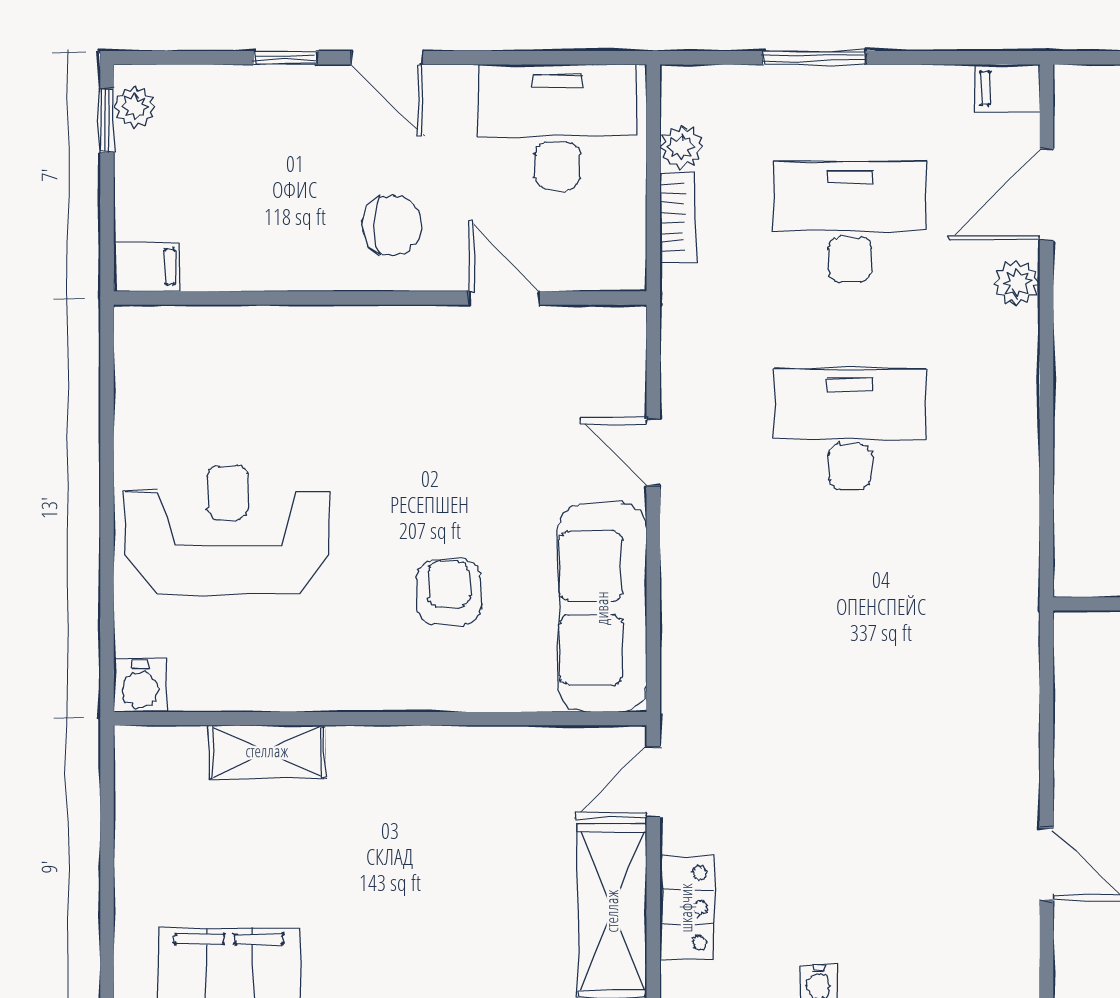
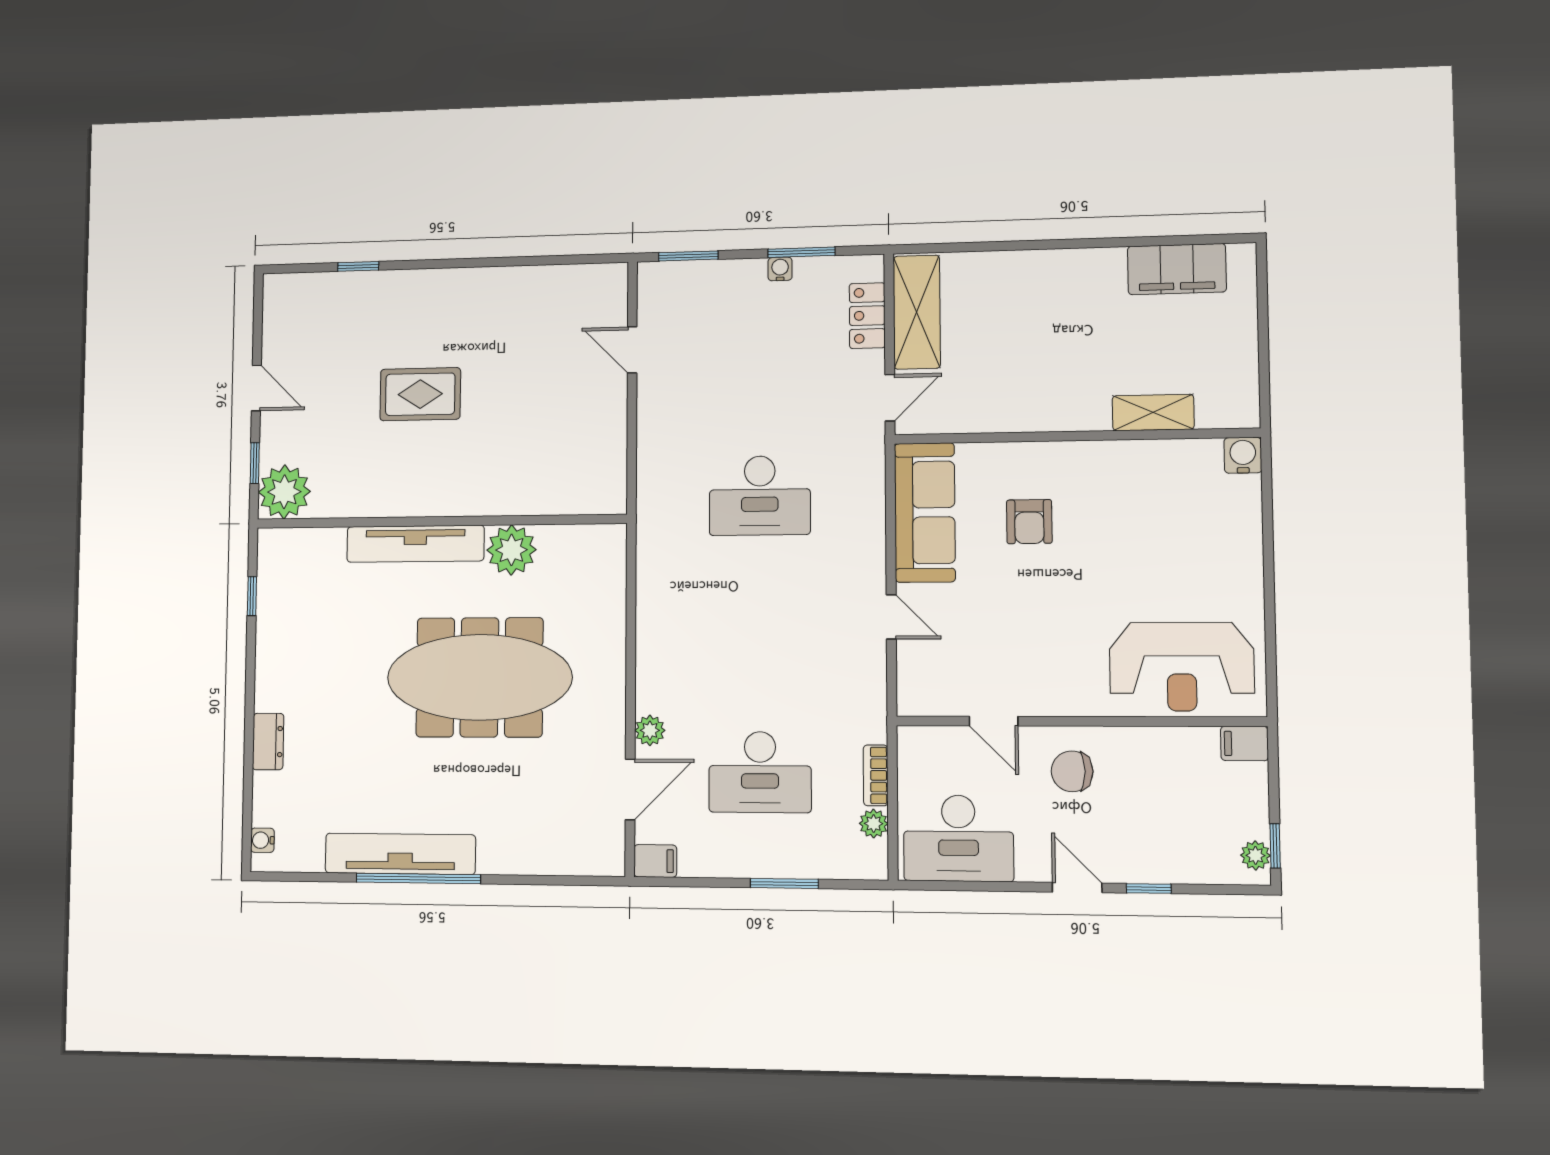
desk: (850, 429) -> (760, 496), moved
reception desk: (228, 530) -> (1182, 667), moved

